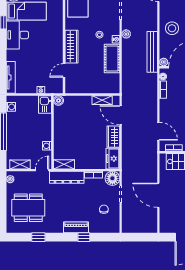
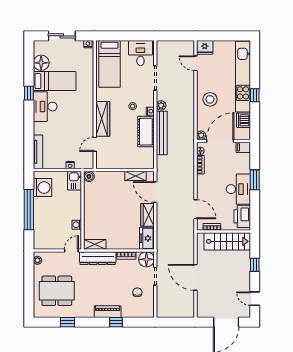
bench: (152, 52) -> (162, 133), moved
washing machine: (11, 107) -> (43, 188), width x1.89, depth x1.89
shelving: (20, 164) -> (48, 245), removed

